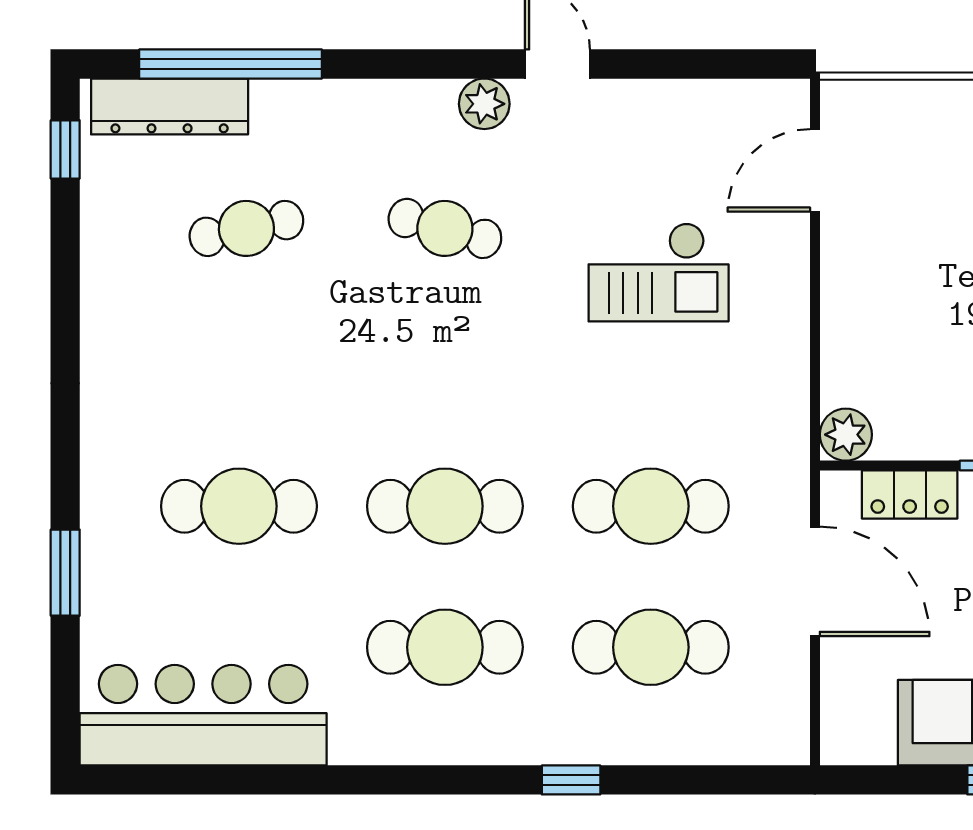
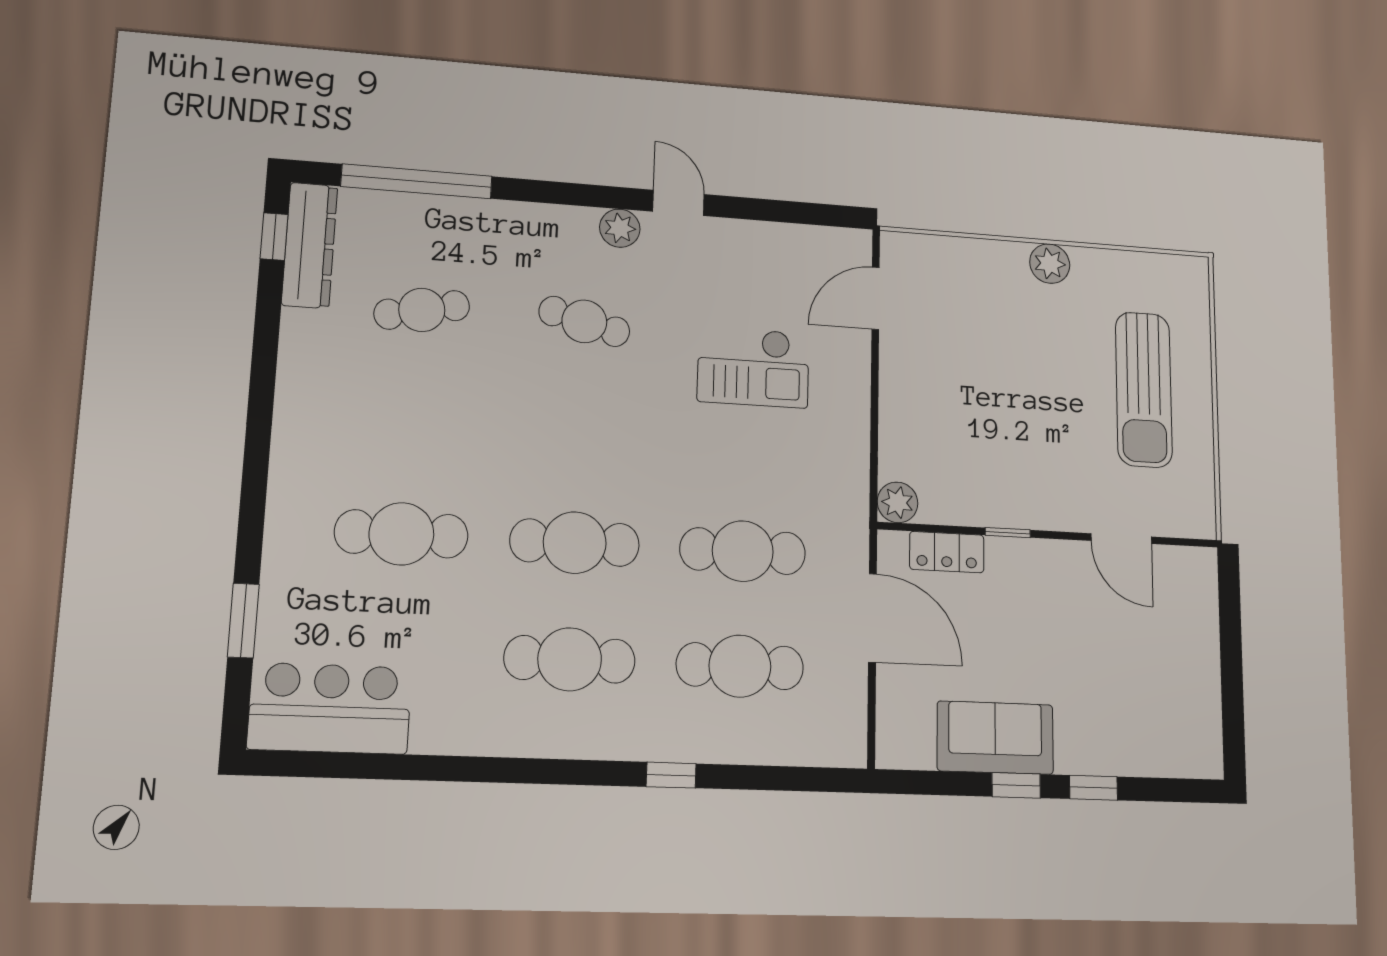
dresser: (170, 107) -> (310, 245), moved, turned -90
window: (65, 573) -> (243, 621), moved
bar counter: (203, 715) -> (330, 708), width x0.73

